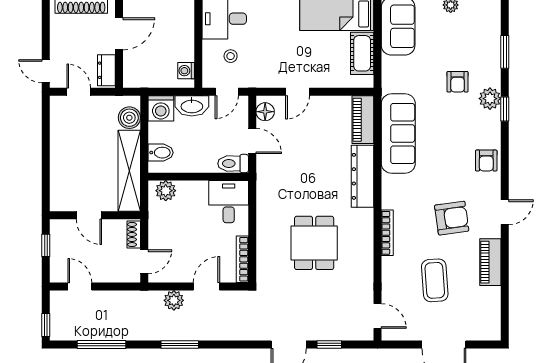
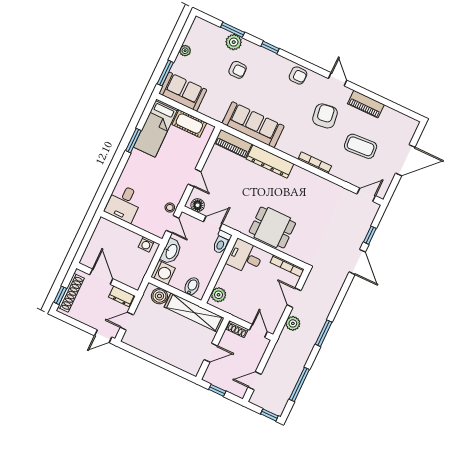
stool: (231, 56) -> (170, 207), moved
plant: (490, 99) -> (234, 42), moved
dining table: (314, 243) -> (272, 228), moved

